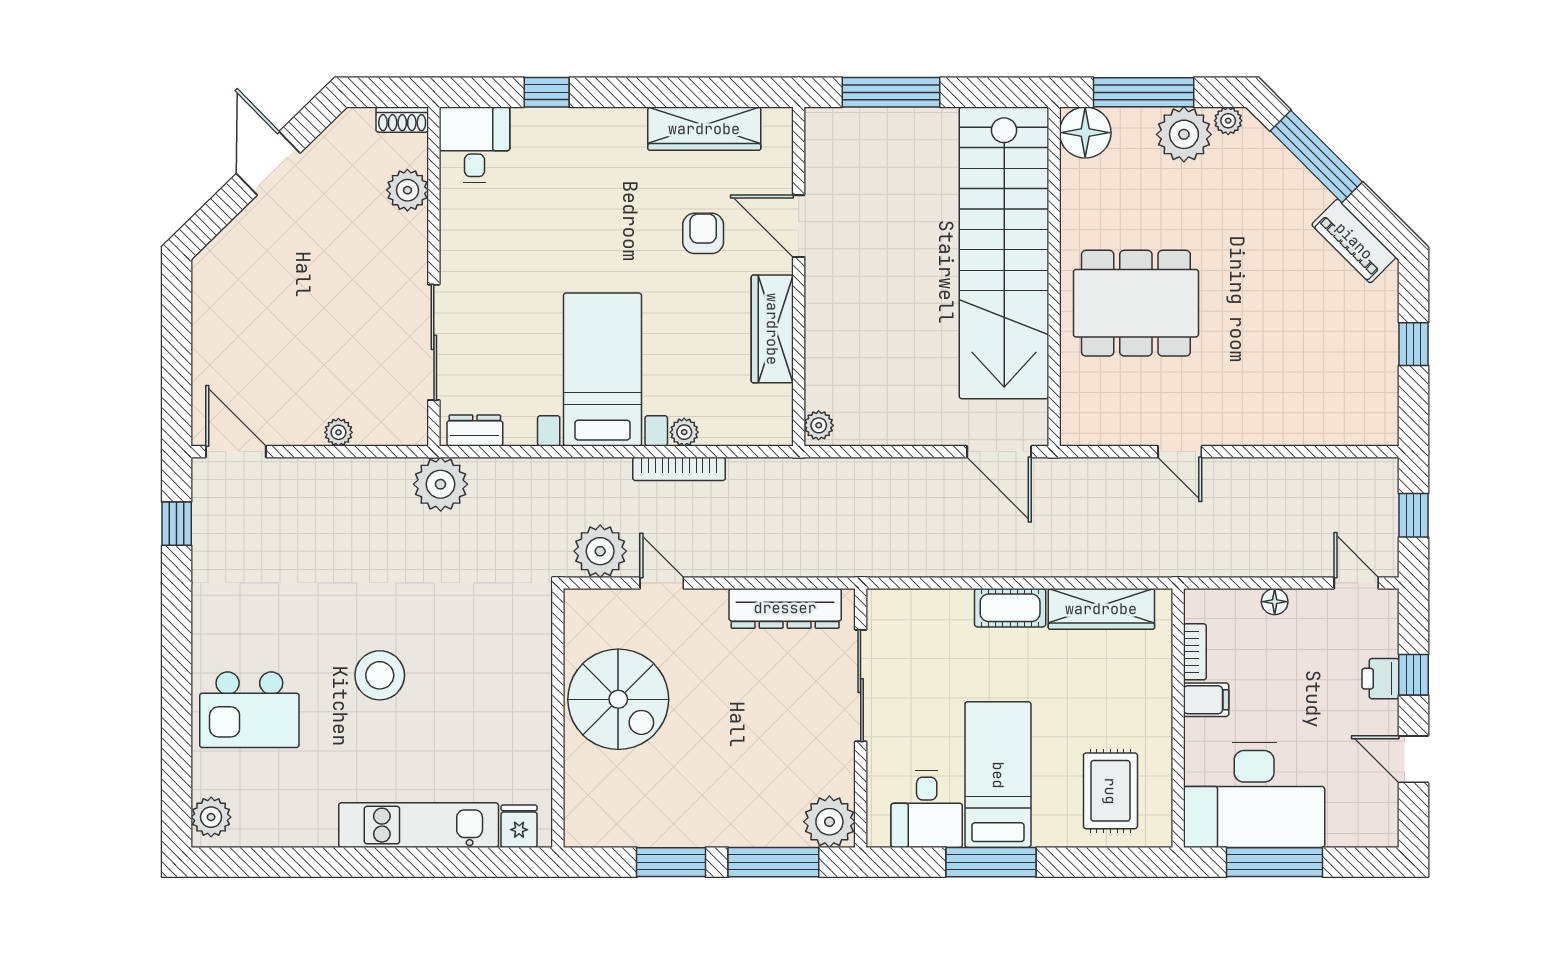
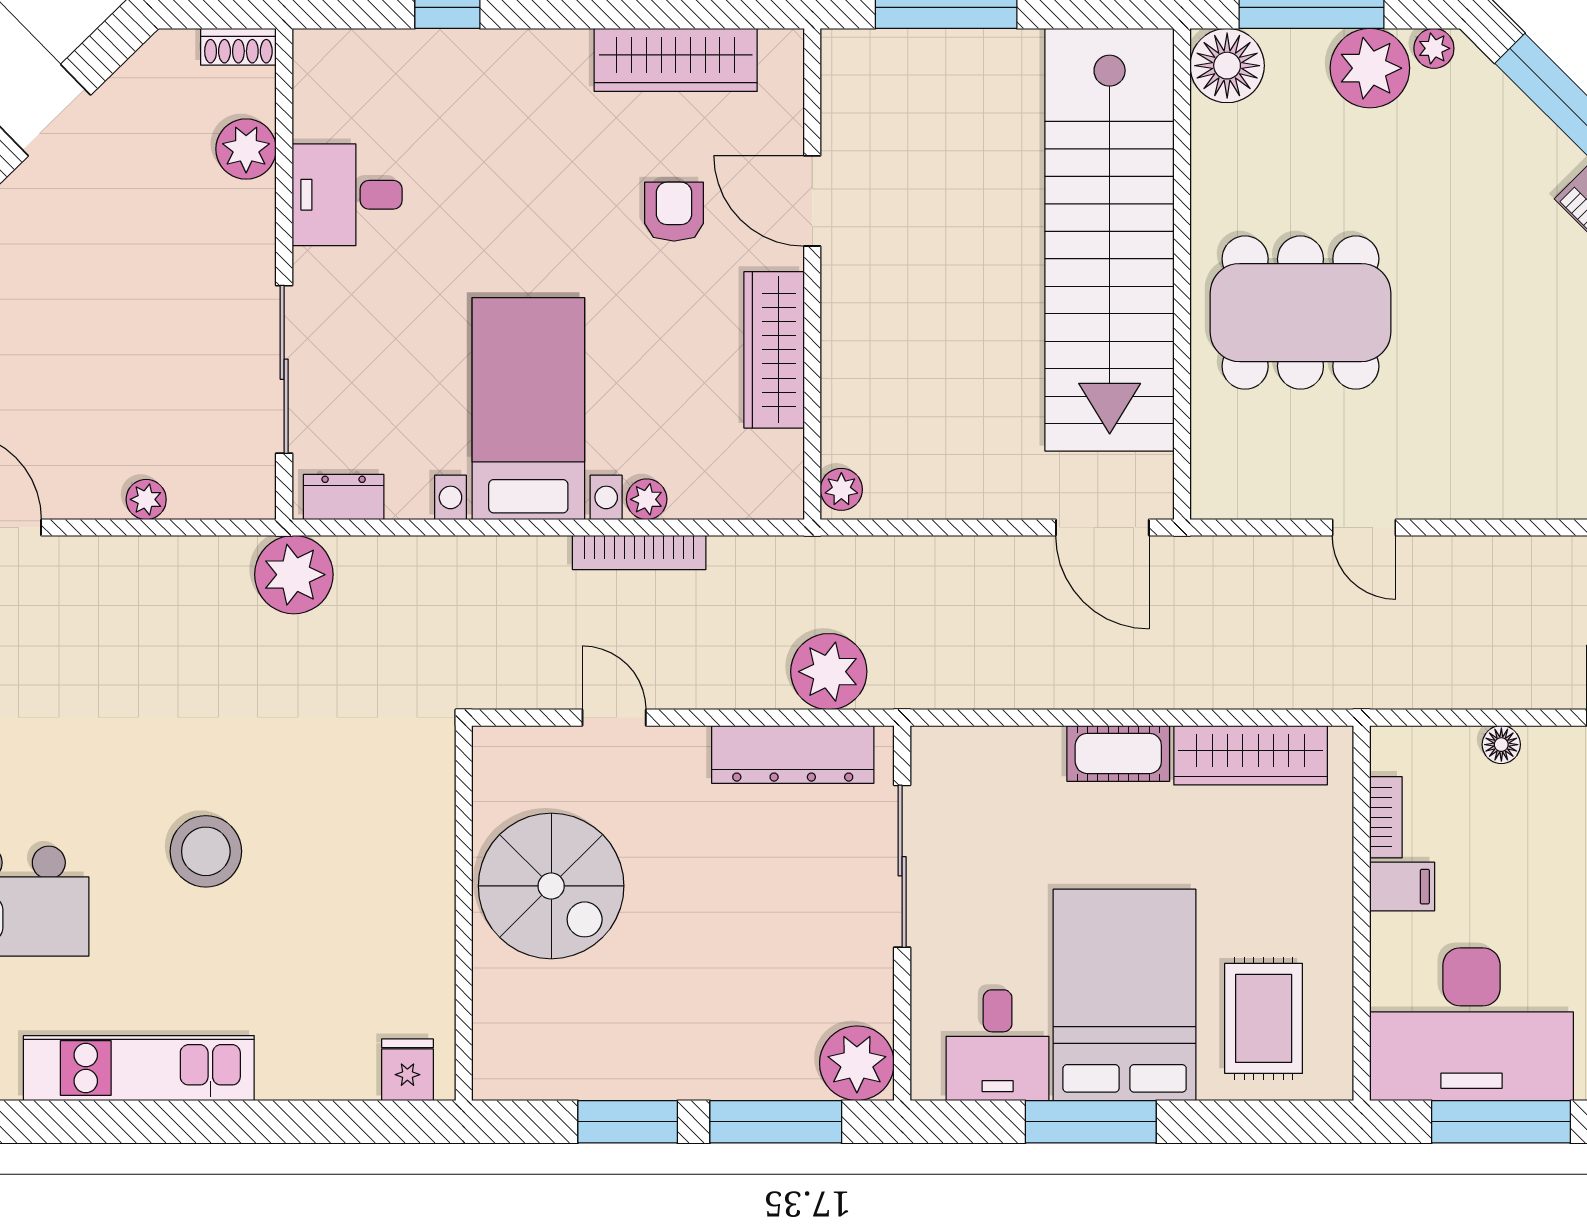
desk: (475, 145) -> (347, 195), moved, turned -90
plant: (600, 551) -> (829, 672), moved
bed: (998, 775) -> (1125, 995), width x1.50
kitchen unit: (419, 825) -> (139, 1068), moved

